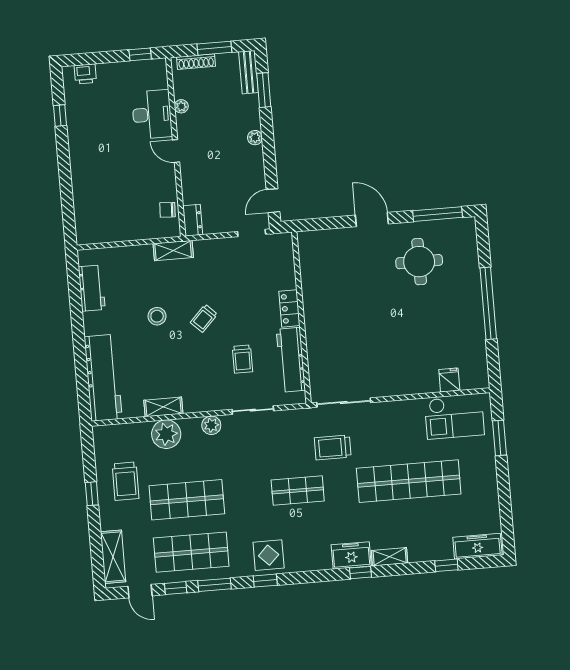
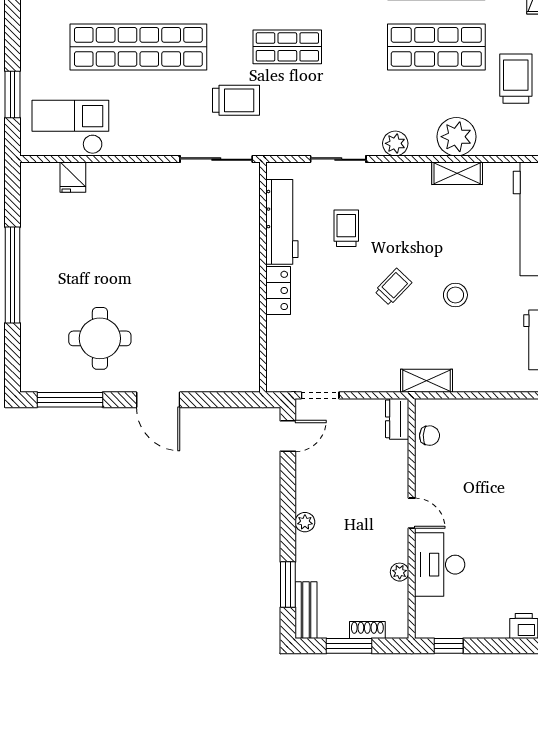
shoe rack: (196, 62) -> (367, 630), width x0.70

